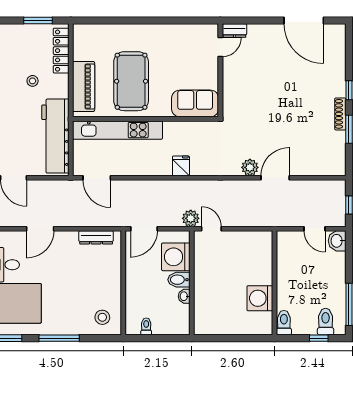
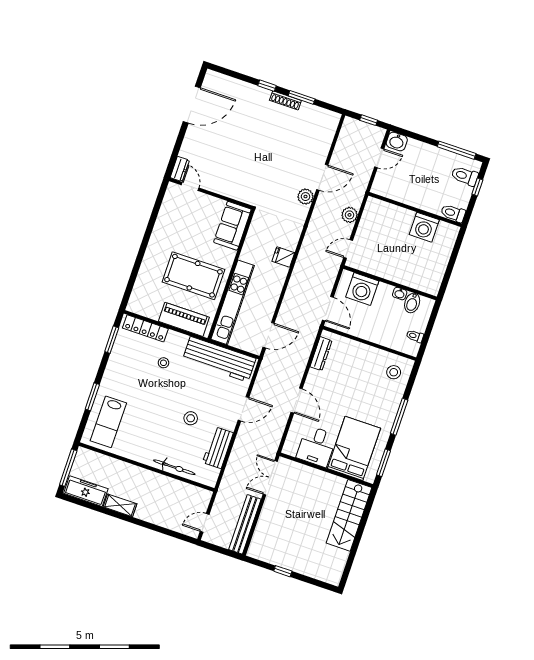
door: (275, 178) -> (322, 177), swing flipped
plant: (191, 218) -> (350, 215), moved
bidet: (179, 280) -> (412, 303), moved

